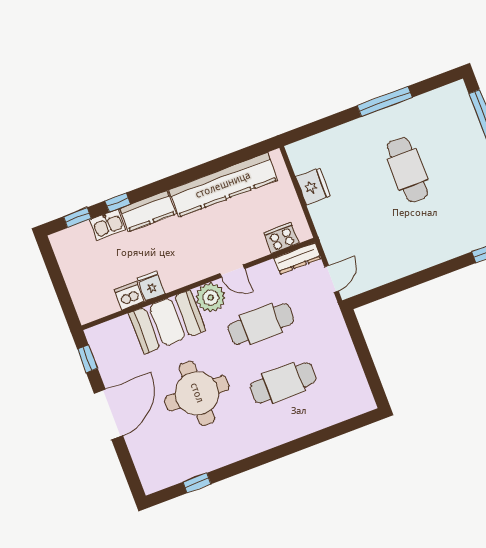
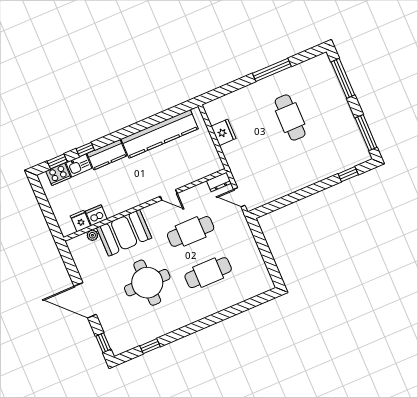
cooker: (282, 238) -> (58, 174), moved, turned 180
dresser: (297, 258) -> (219, 182), width x0.70
door: (331, 279) -> (239, 197), swing flipped
fridge: (151, 286) -> (80, 221), moved
plant: (211, 298) -> (92, 235), moved, width x0.53, depth x0.53
window: (87, 359) -> (103, 343), moved
door: (108, 415) -> (85, 300), swing flipped

